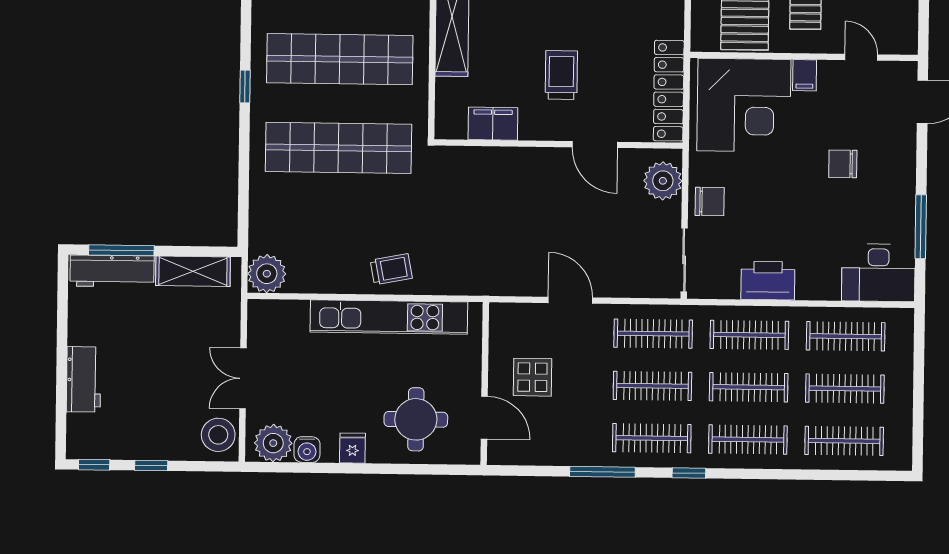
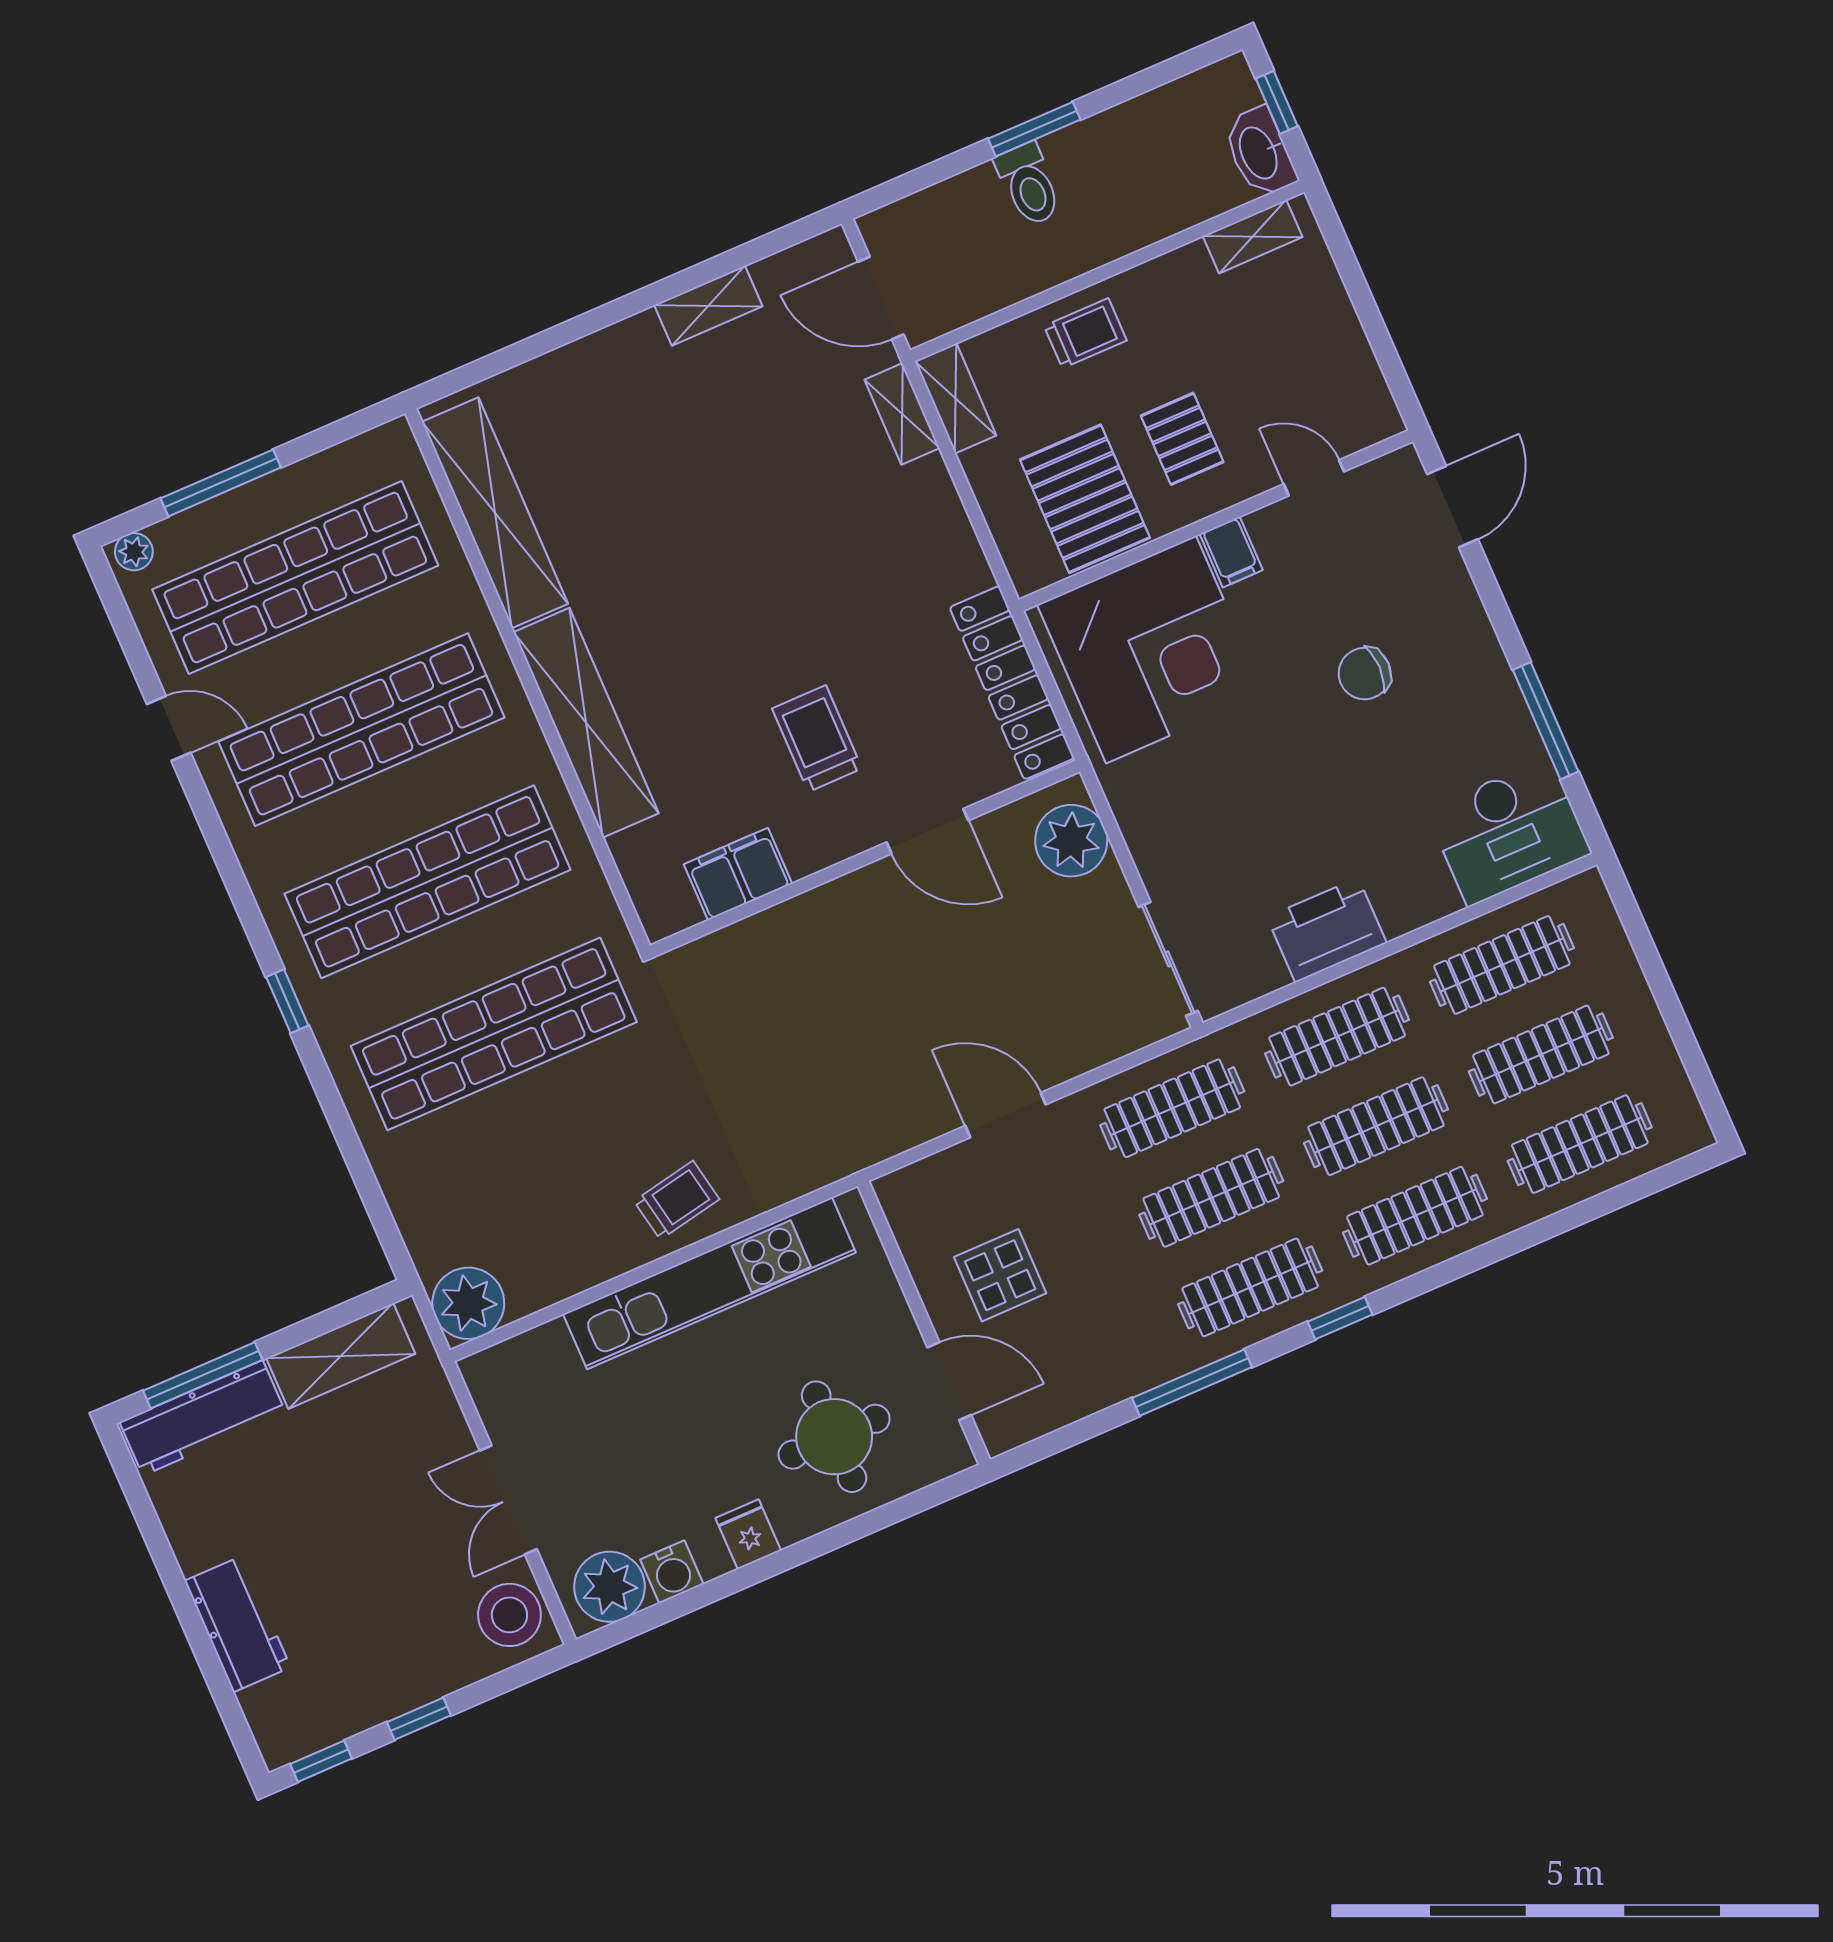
chair: (710, 201) -> (1167, 840), removed

